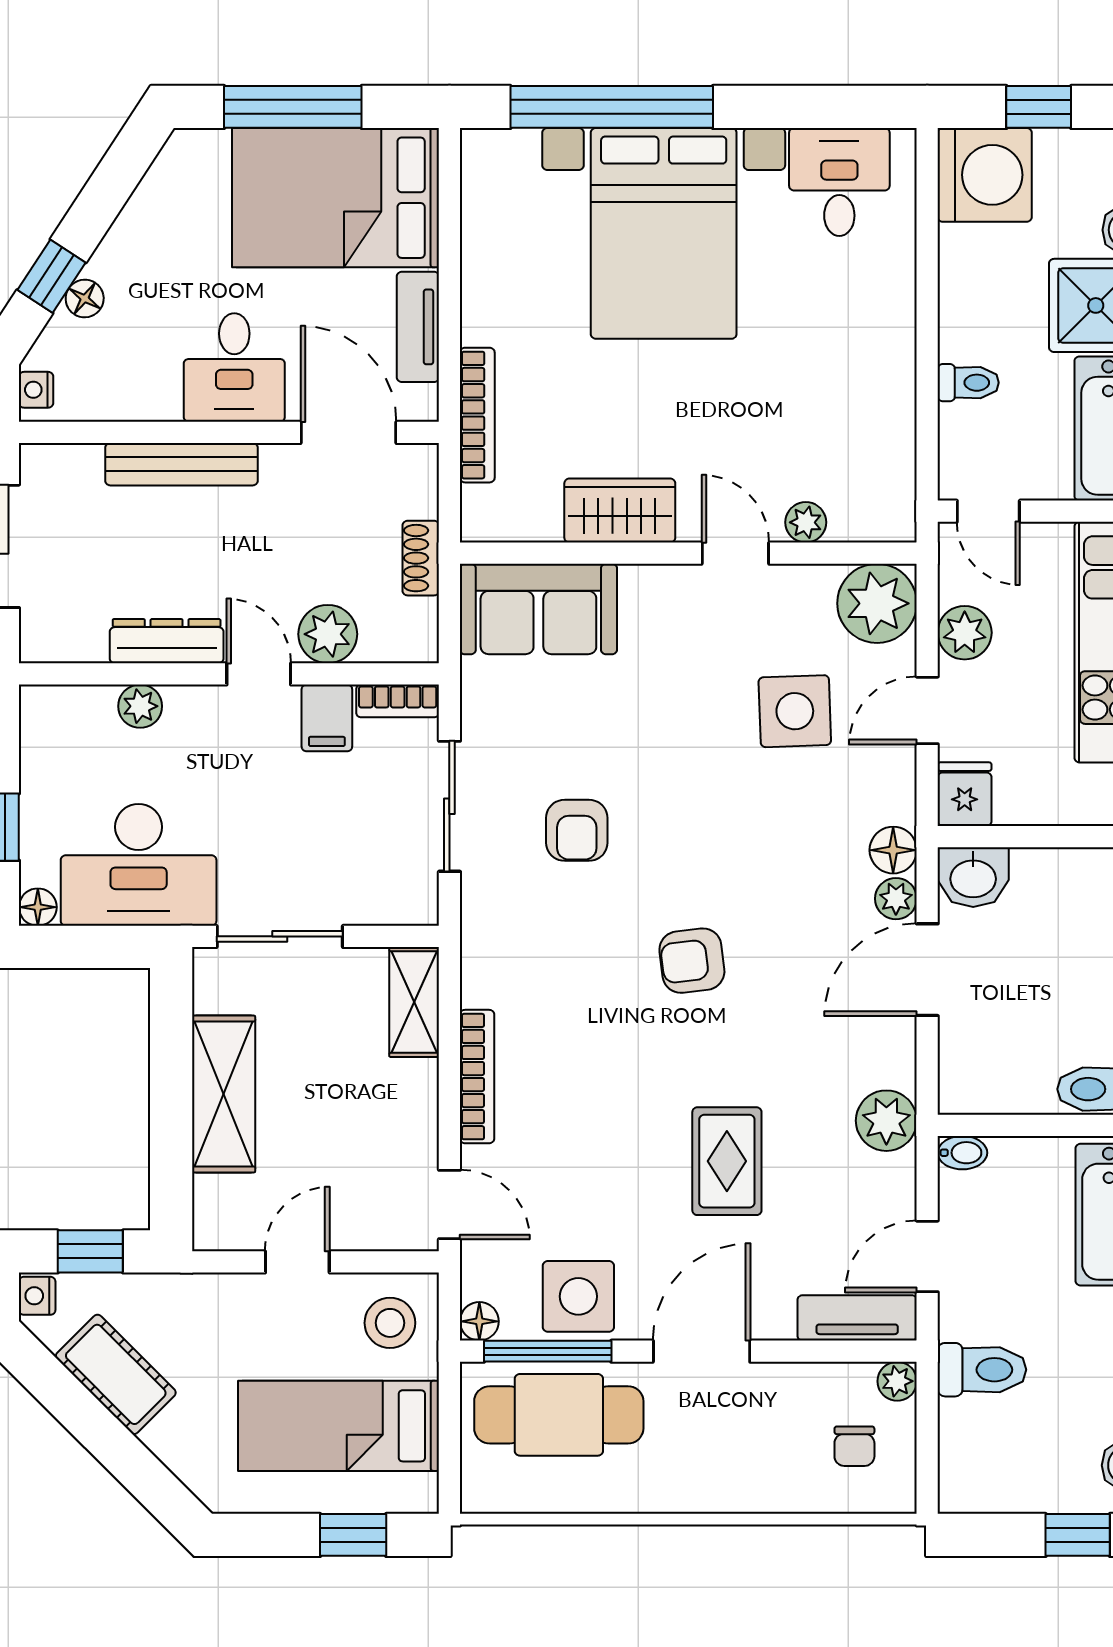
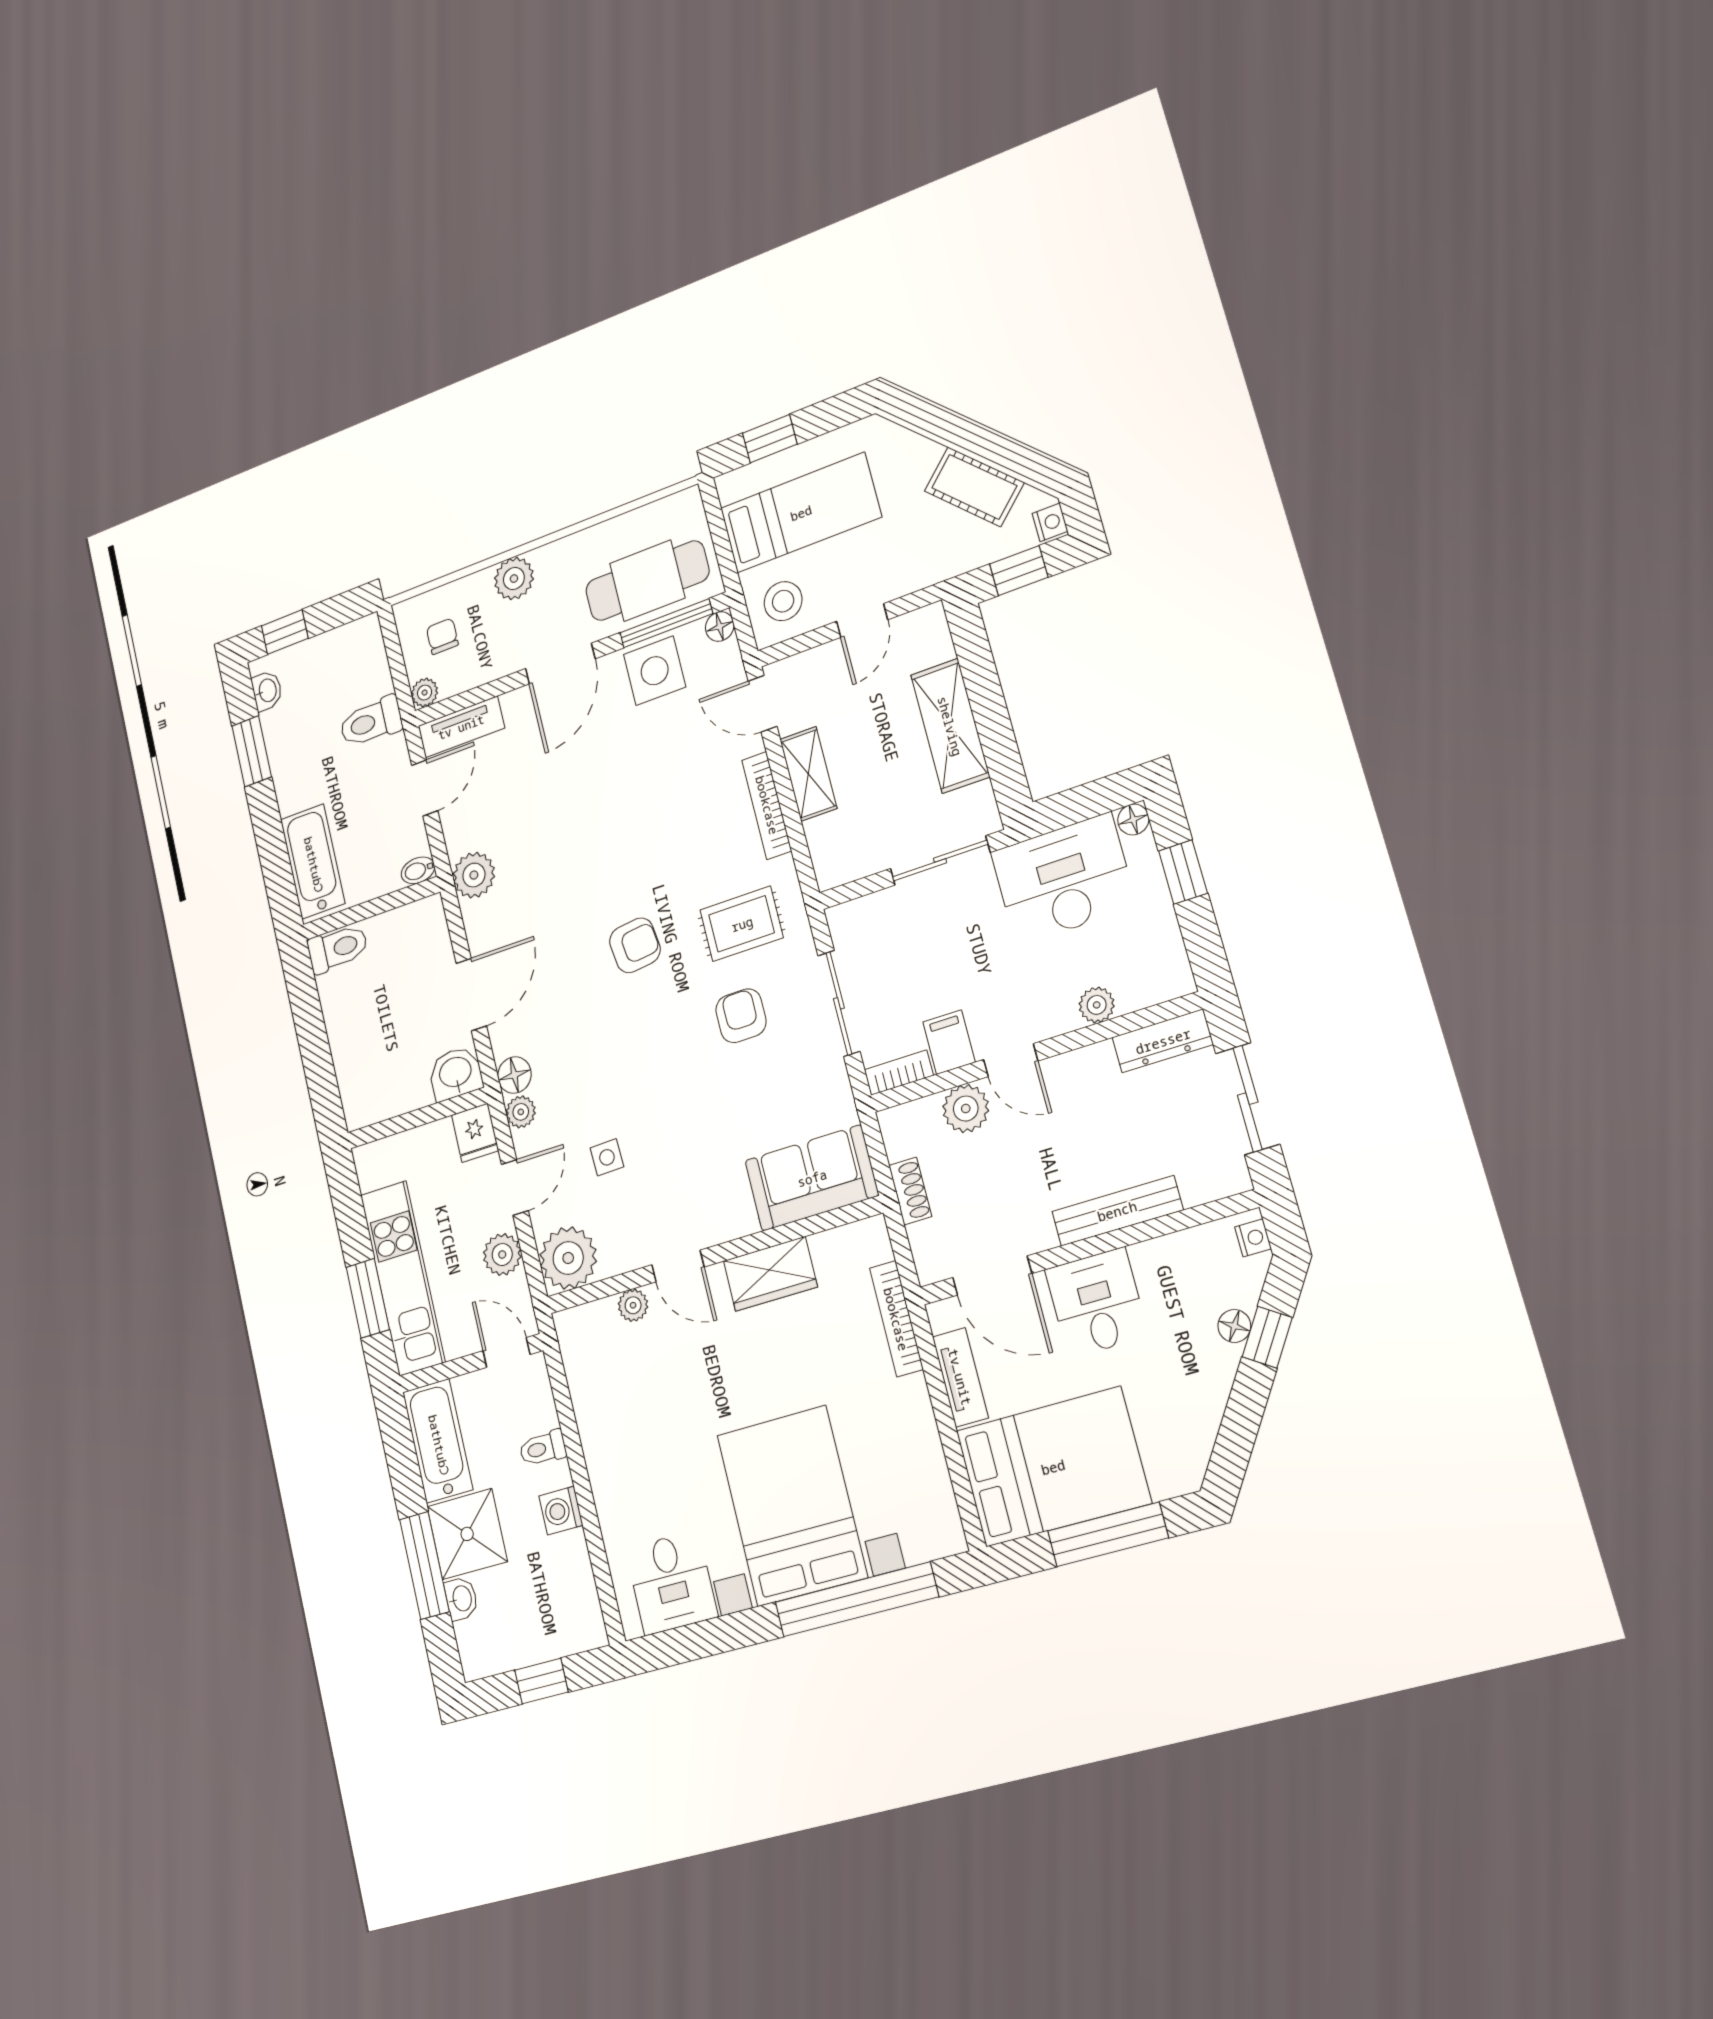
washing machine: (985, 175) -> (561, 1511), moved, width x0.53, depth x0.53
dresser: (167, 641) -> (1163, 1041), moved
side table: (795, 711) -> (607, 1157), width x0.54, depth x0.54
plant: (896, 899) -> (521, 1112), moved
shelving: (414, 1002) -> (808, 774), moved
rug: (727, 1161) -> (742, 924), moved, turned 90
plant: (737, 1485) -> (514, 579), added

